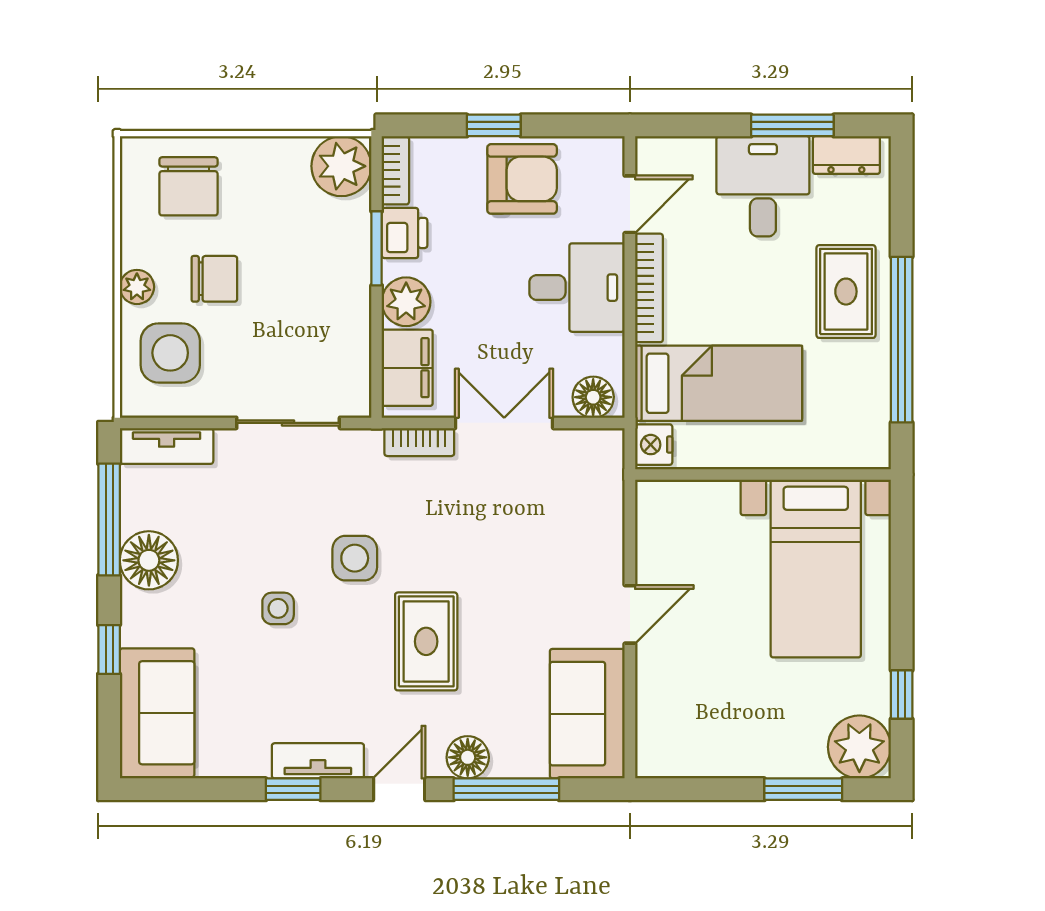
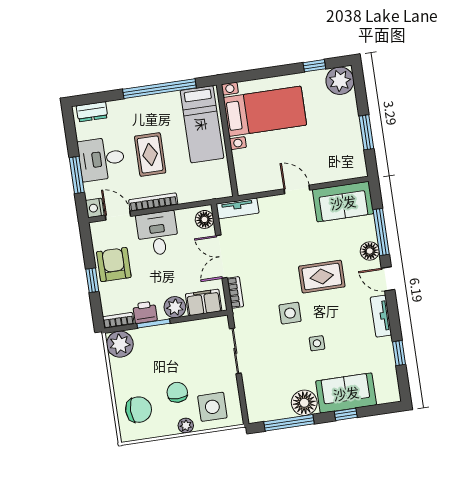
window: (792, 125) -> (77, 175), moved
dresser: (846, 155) -> (92, 112), moved, turned 90
rug: (846, 292) -> (150, 154), moved, turned 90
bed: (719, 383) -> (202, 124), moved, turned 180
nightstand: (654, 445) -> (95, 208), moved, turned 90
tv unit: (167, 446) -> (237, 208), moved, turned 90
sofa: (157, 713) -> (346, 393), moved
window: (293, 789) -> (399, 353), moved
window: (803, 789) -> (366, 132), moved

